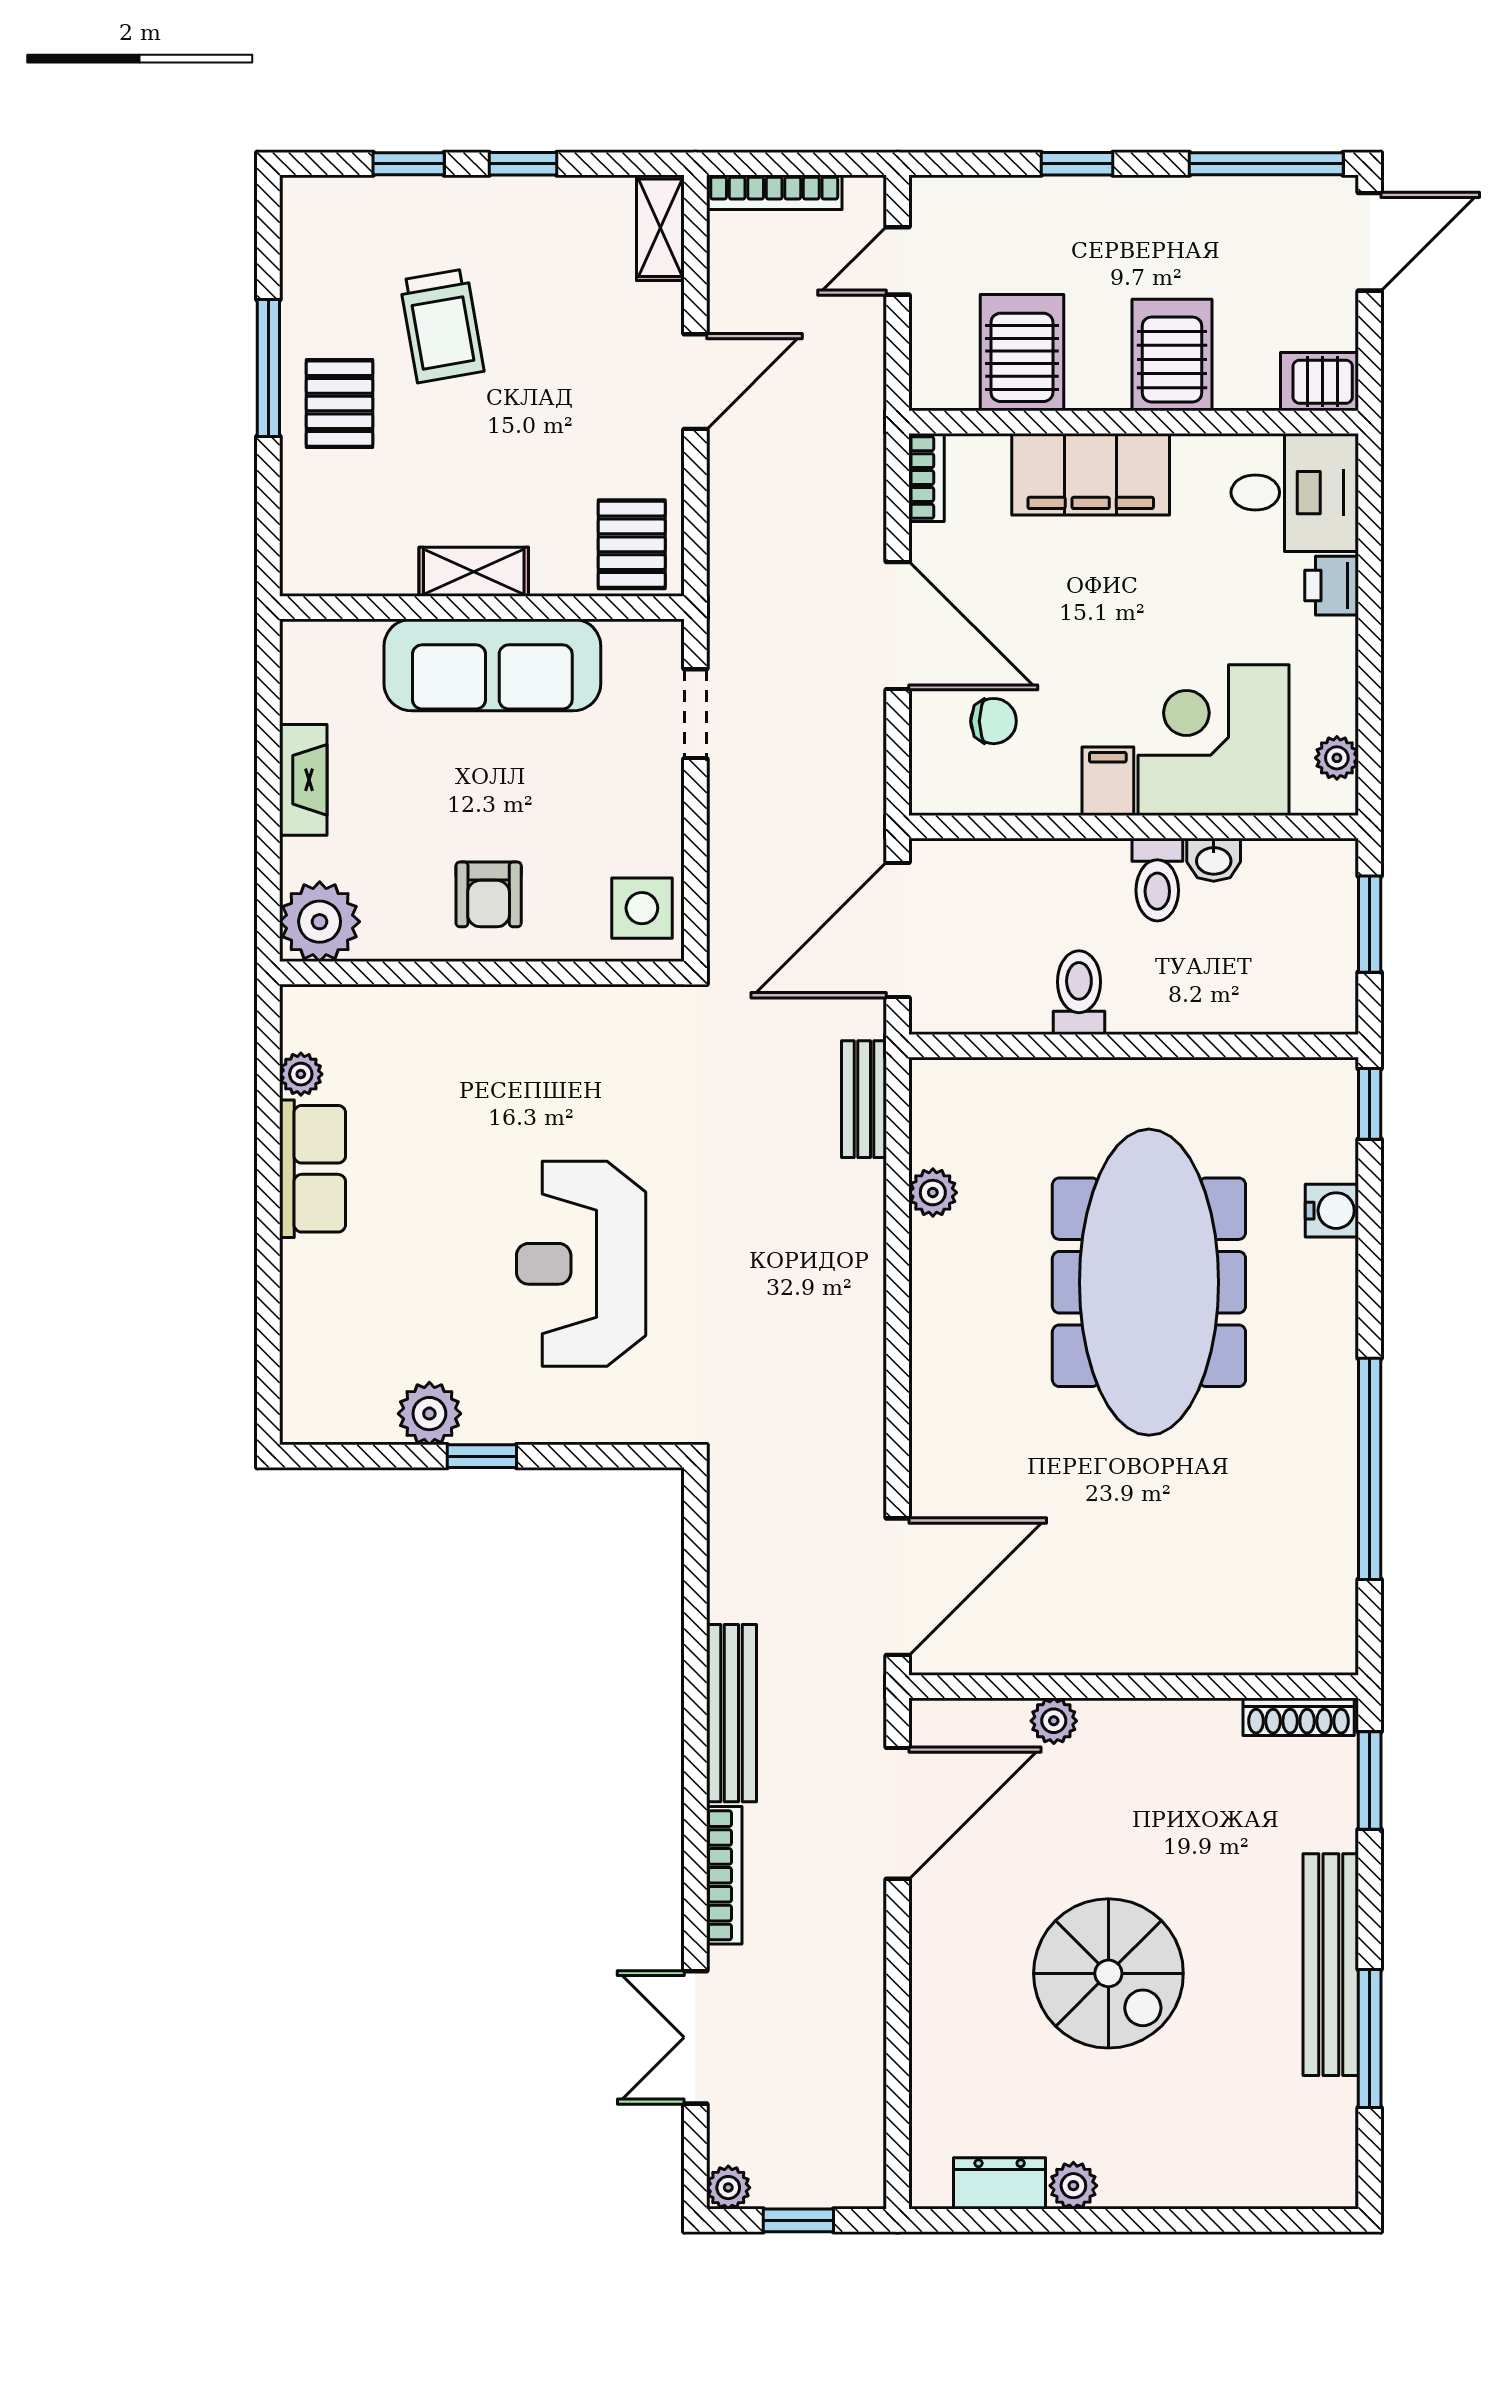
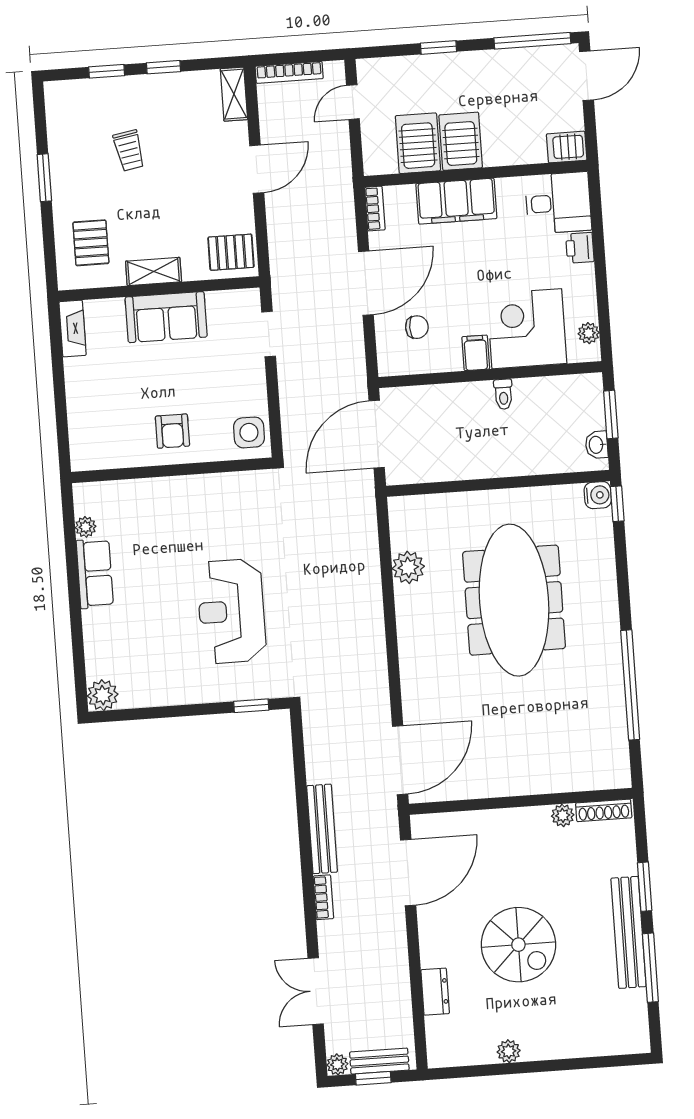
trolley: (442, 326) -> (129, 150), width x0.73, depth x0.72
server rack: (1172, 355) -> (461, 141), moved
window: (268, 368) -> (44, 178), width x0.69
pallet: (339, 404) -> (91, 243), moved
pallet: (632, 544) -> (231, 252), turned 90
door: (898, 626) -> (366, 283), hinge flipped
sofa: (492, 665) -> (166, 317), width x0.73
fireplace: (303, 780) -> (73, 328), moved
washbasin: (1214, 860) -> (597, 445), moved, turned 90
toilet: (1157, 880) -> (503, 394), width x0.73, depth x0.72
plant: (320, 922) -> (89, 451), removed
toilet: (1079, 993) -> (469, 459), removed
bench: (864, 1099) -> (379, 1061), moved, turned 90
plant: (933, 1193) -> (408, 567), width x1.38, depth x1.38
water cooler: (1332, 1211) -> (598, 495), moved
plant: (429, 1414) -> (103, 695), moved
window: (482, 1456) -> (251, 706), moved
plant: (1054, 1721) -> (563, 815), moved
window: (1370, 1781) -> (645, 887), moved
bookcase: (724, 1875) -> (323, 897), width x0.64
dresser: (1000, 2183) -> (435, 992), moved, turned 90

